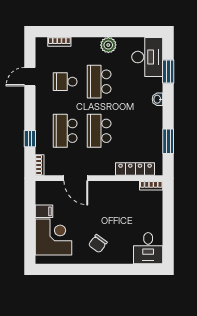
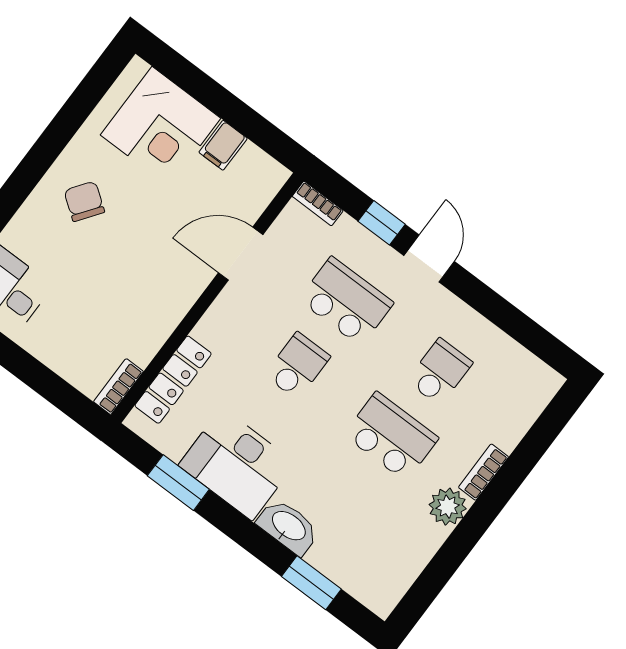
bookcase: (59, 42) -> (483, 472), moved
desk: (147, 57) -> (237, 464), moved
door: (30, 77) -> (429, 259), moved
washbasin: (157, 99) -> (288, 527), width x1.91, depth x1.45
school desk: (99, 131) -> (297, 366), width x0.54

